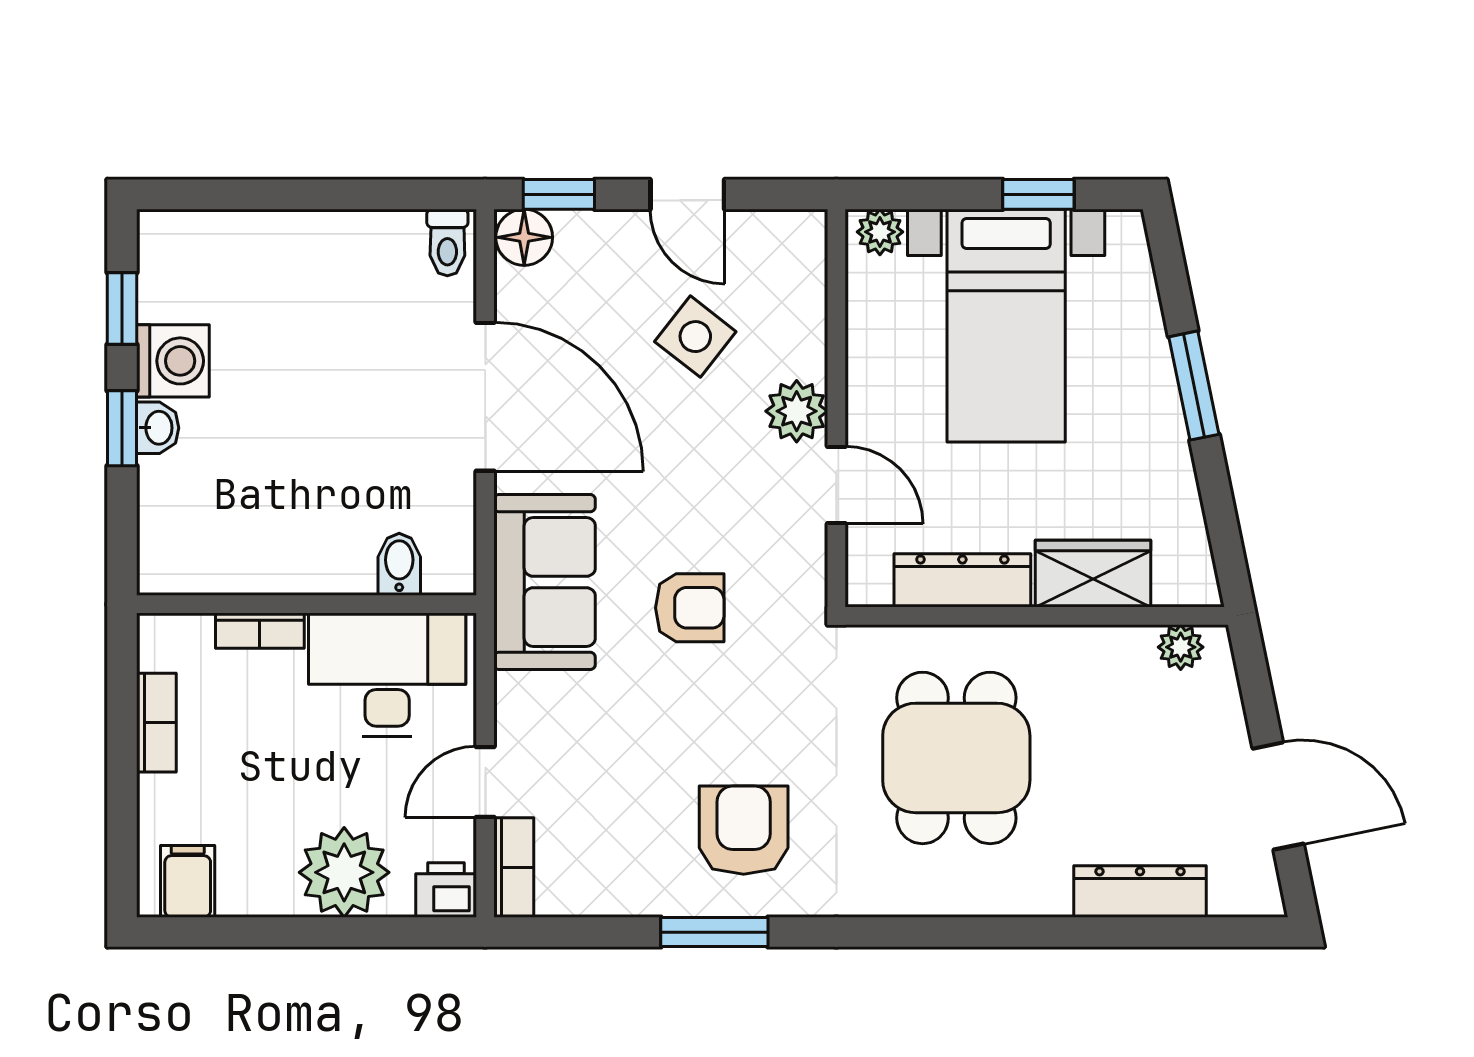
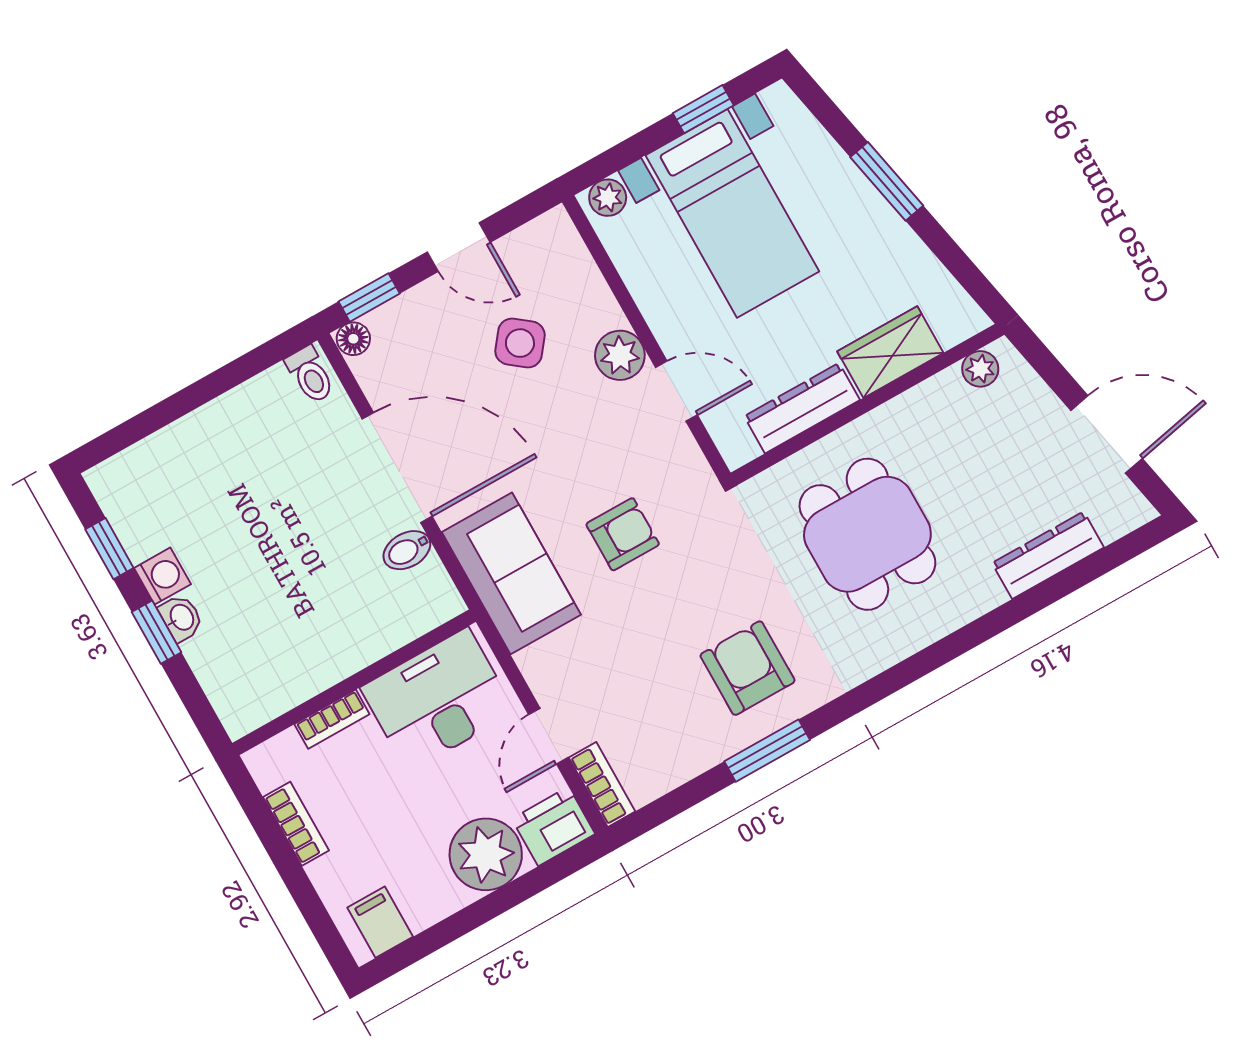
floor lamp: (524, 237) -> (353, 339), width x0.73, depth x0.73
washing machine: (173, 361) -> (162, 576), width x0.73, depth x0.73
bidet: (399, 564) -> (407, 550), moved, turned -90
printer: (446, 890) -> (553, 826), width x1.36, depth x1.24

